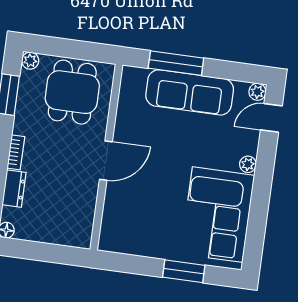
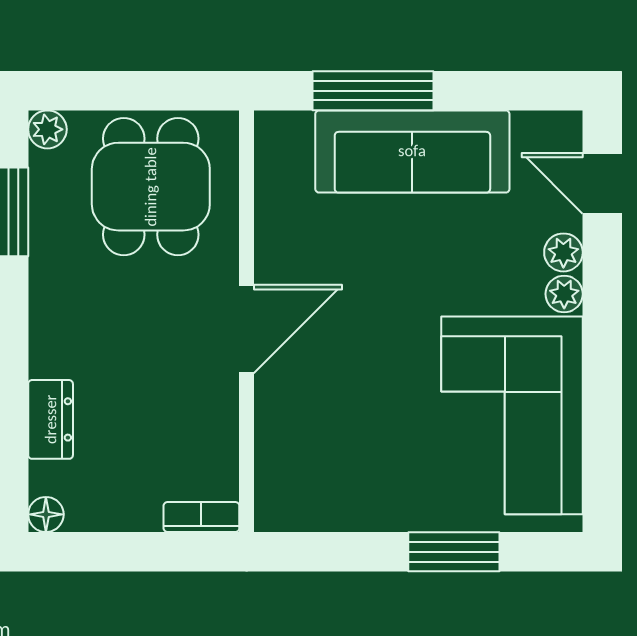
plant: (257, 92) -> (563, 252), moved
door: (271, 118) -> (602, 183), hinge flipped
bookcase: (16, 152) -> (201, 517), moved, turned -90

